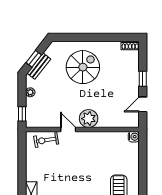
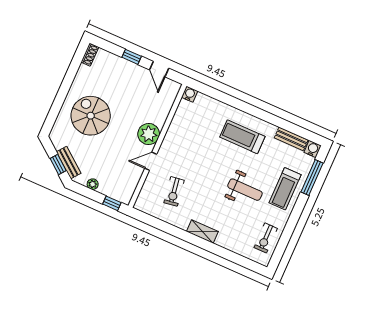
exercise bike: (46, 140) -> (174, 191), moved

